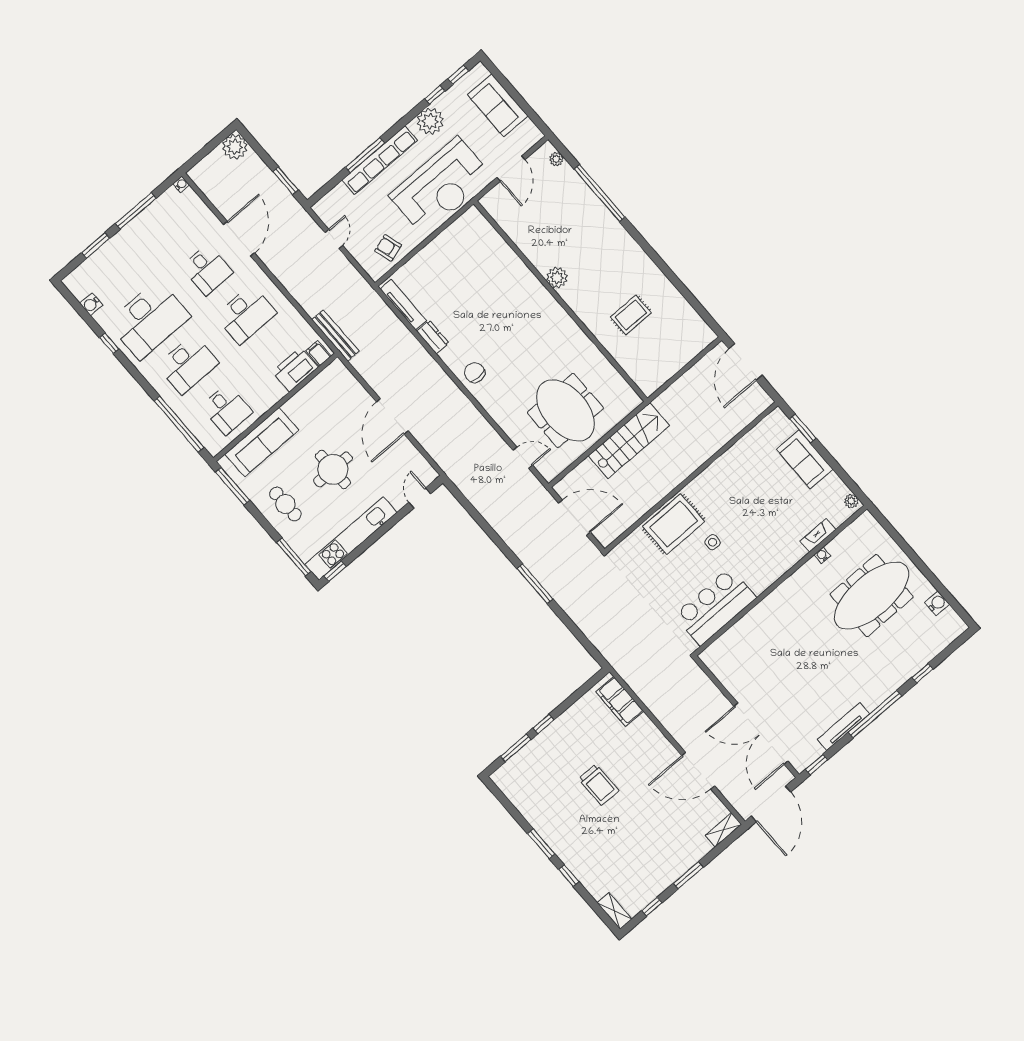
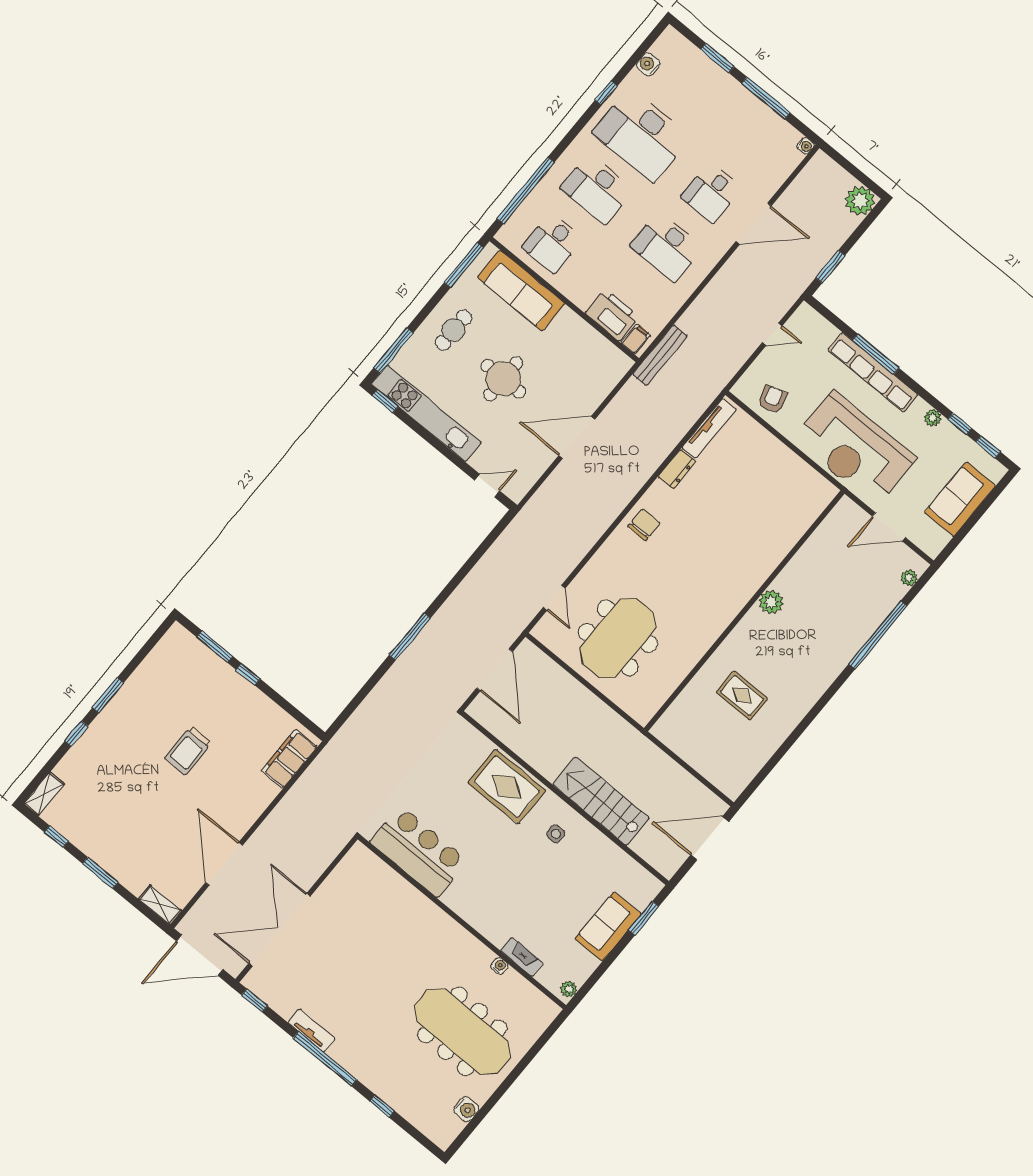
plant: (430, 121) -> (933, 418), width x0.53, depth x0.53
stairs: (629, 441) -> (601, 801), moved, turned 180
side table: (713, 542) -> (556, 834), moved
tv unit: (843, 727) -> (312, 1031), width x0.71

